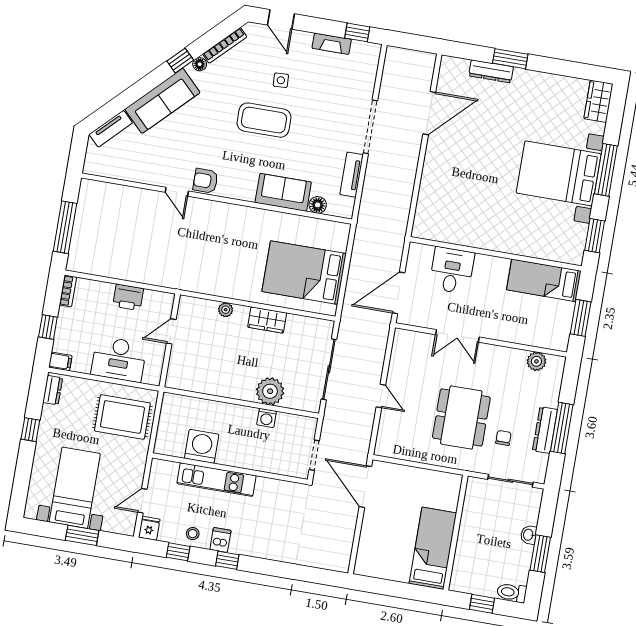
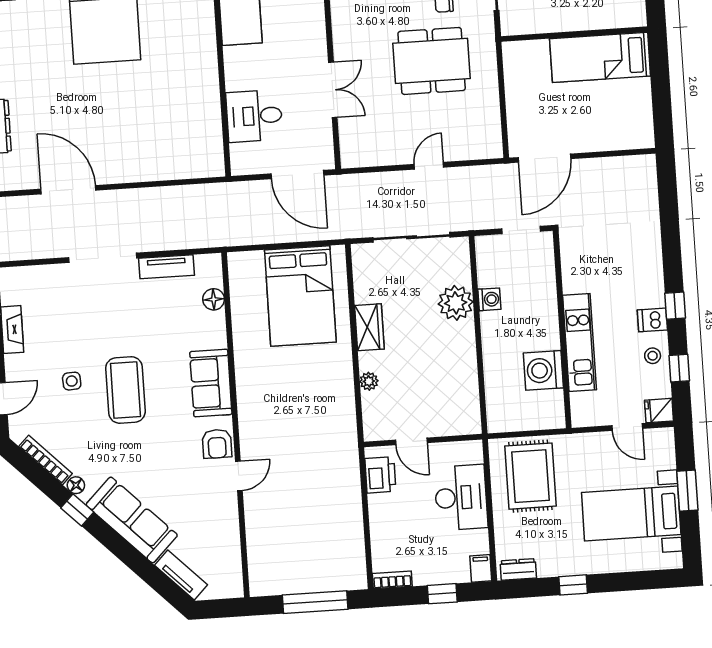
sofa: (283, 192) -> (211, 383), moved
printer: (128, 297) -> (380, 475), moved

